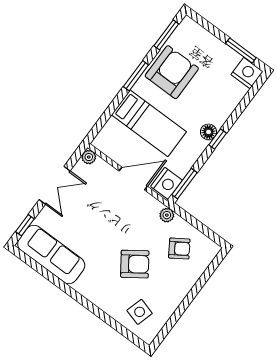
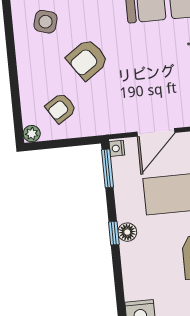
nightstand: (167, 183) -> (117, 148), width x0.53, depth x0.56
plant: (167, 215) -> (32, 134), moved

